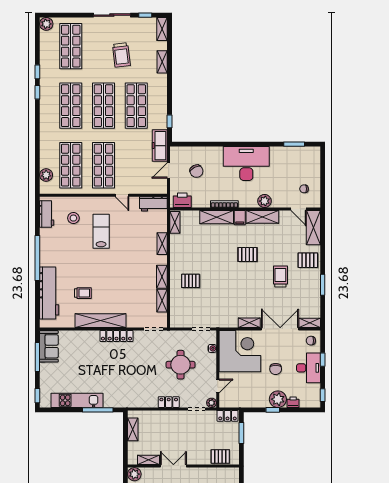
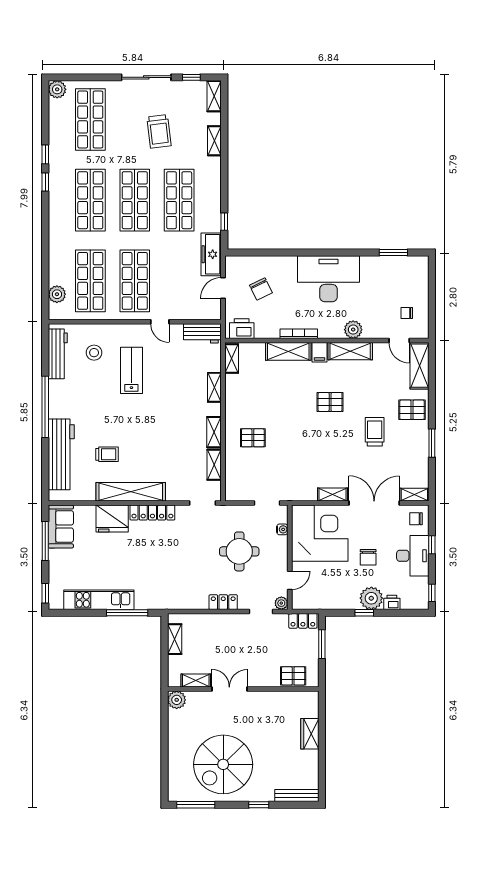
workbench: (47, 214) -> (58, 354), width x1.38
fridge: (87, 340) -> (112, 518), added

